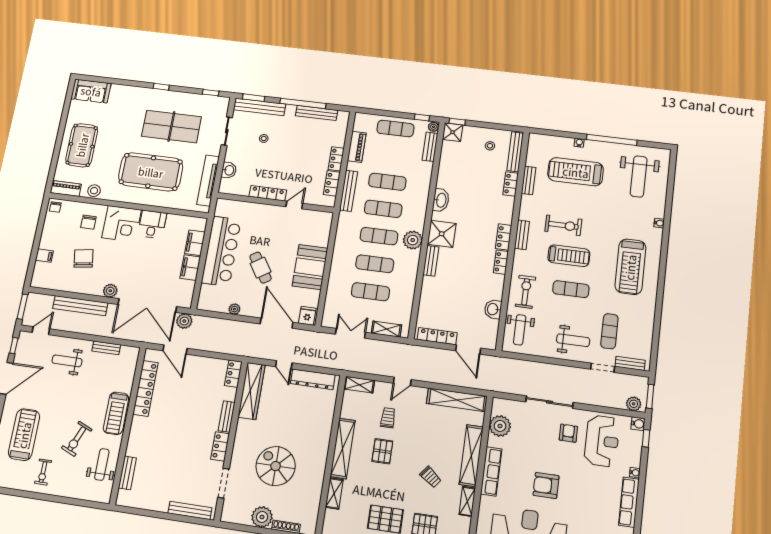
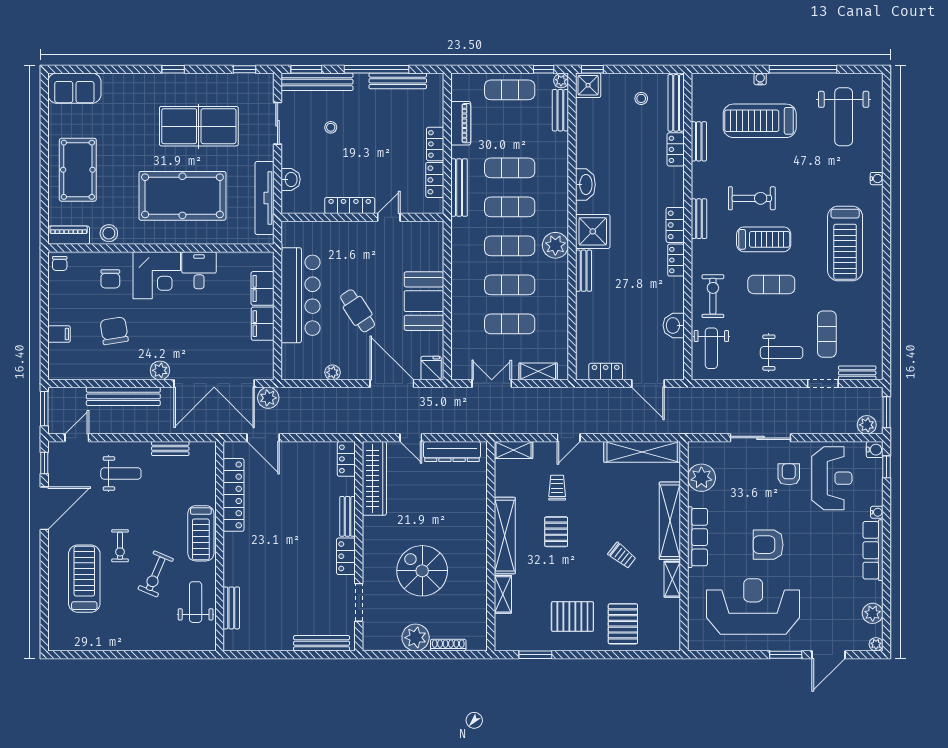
locker: (437, 336) -> (606, 372), width x0.66
weight bench: (67, 361) -> (121, 474), turned 180
exercise bike: (43, 472) -> (120, 546), moved

